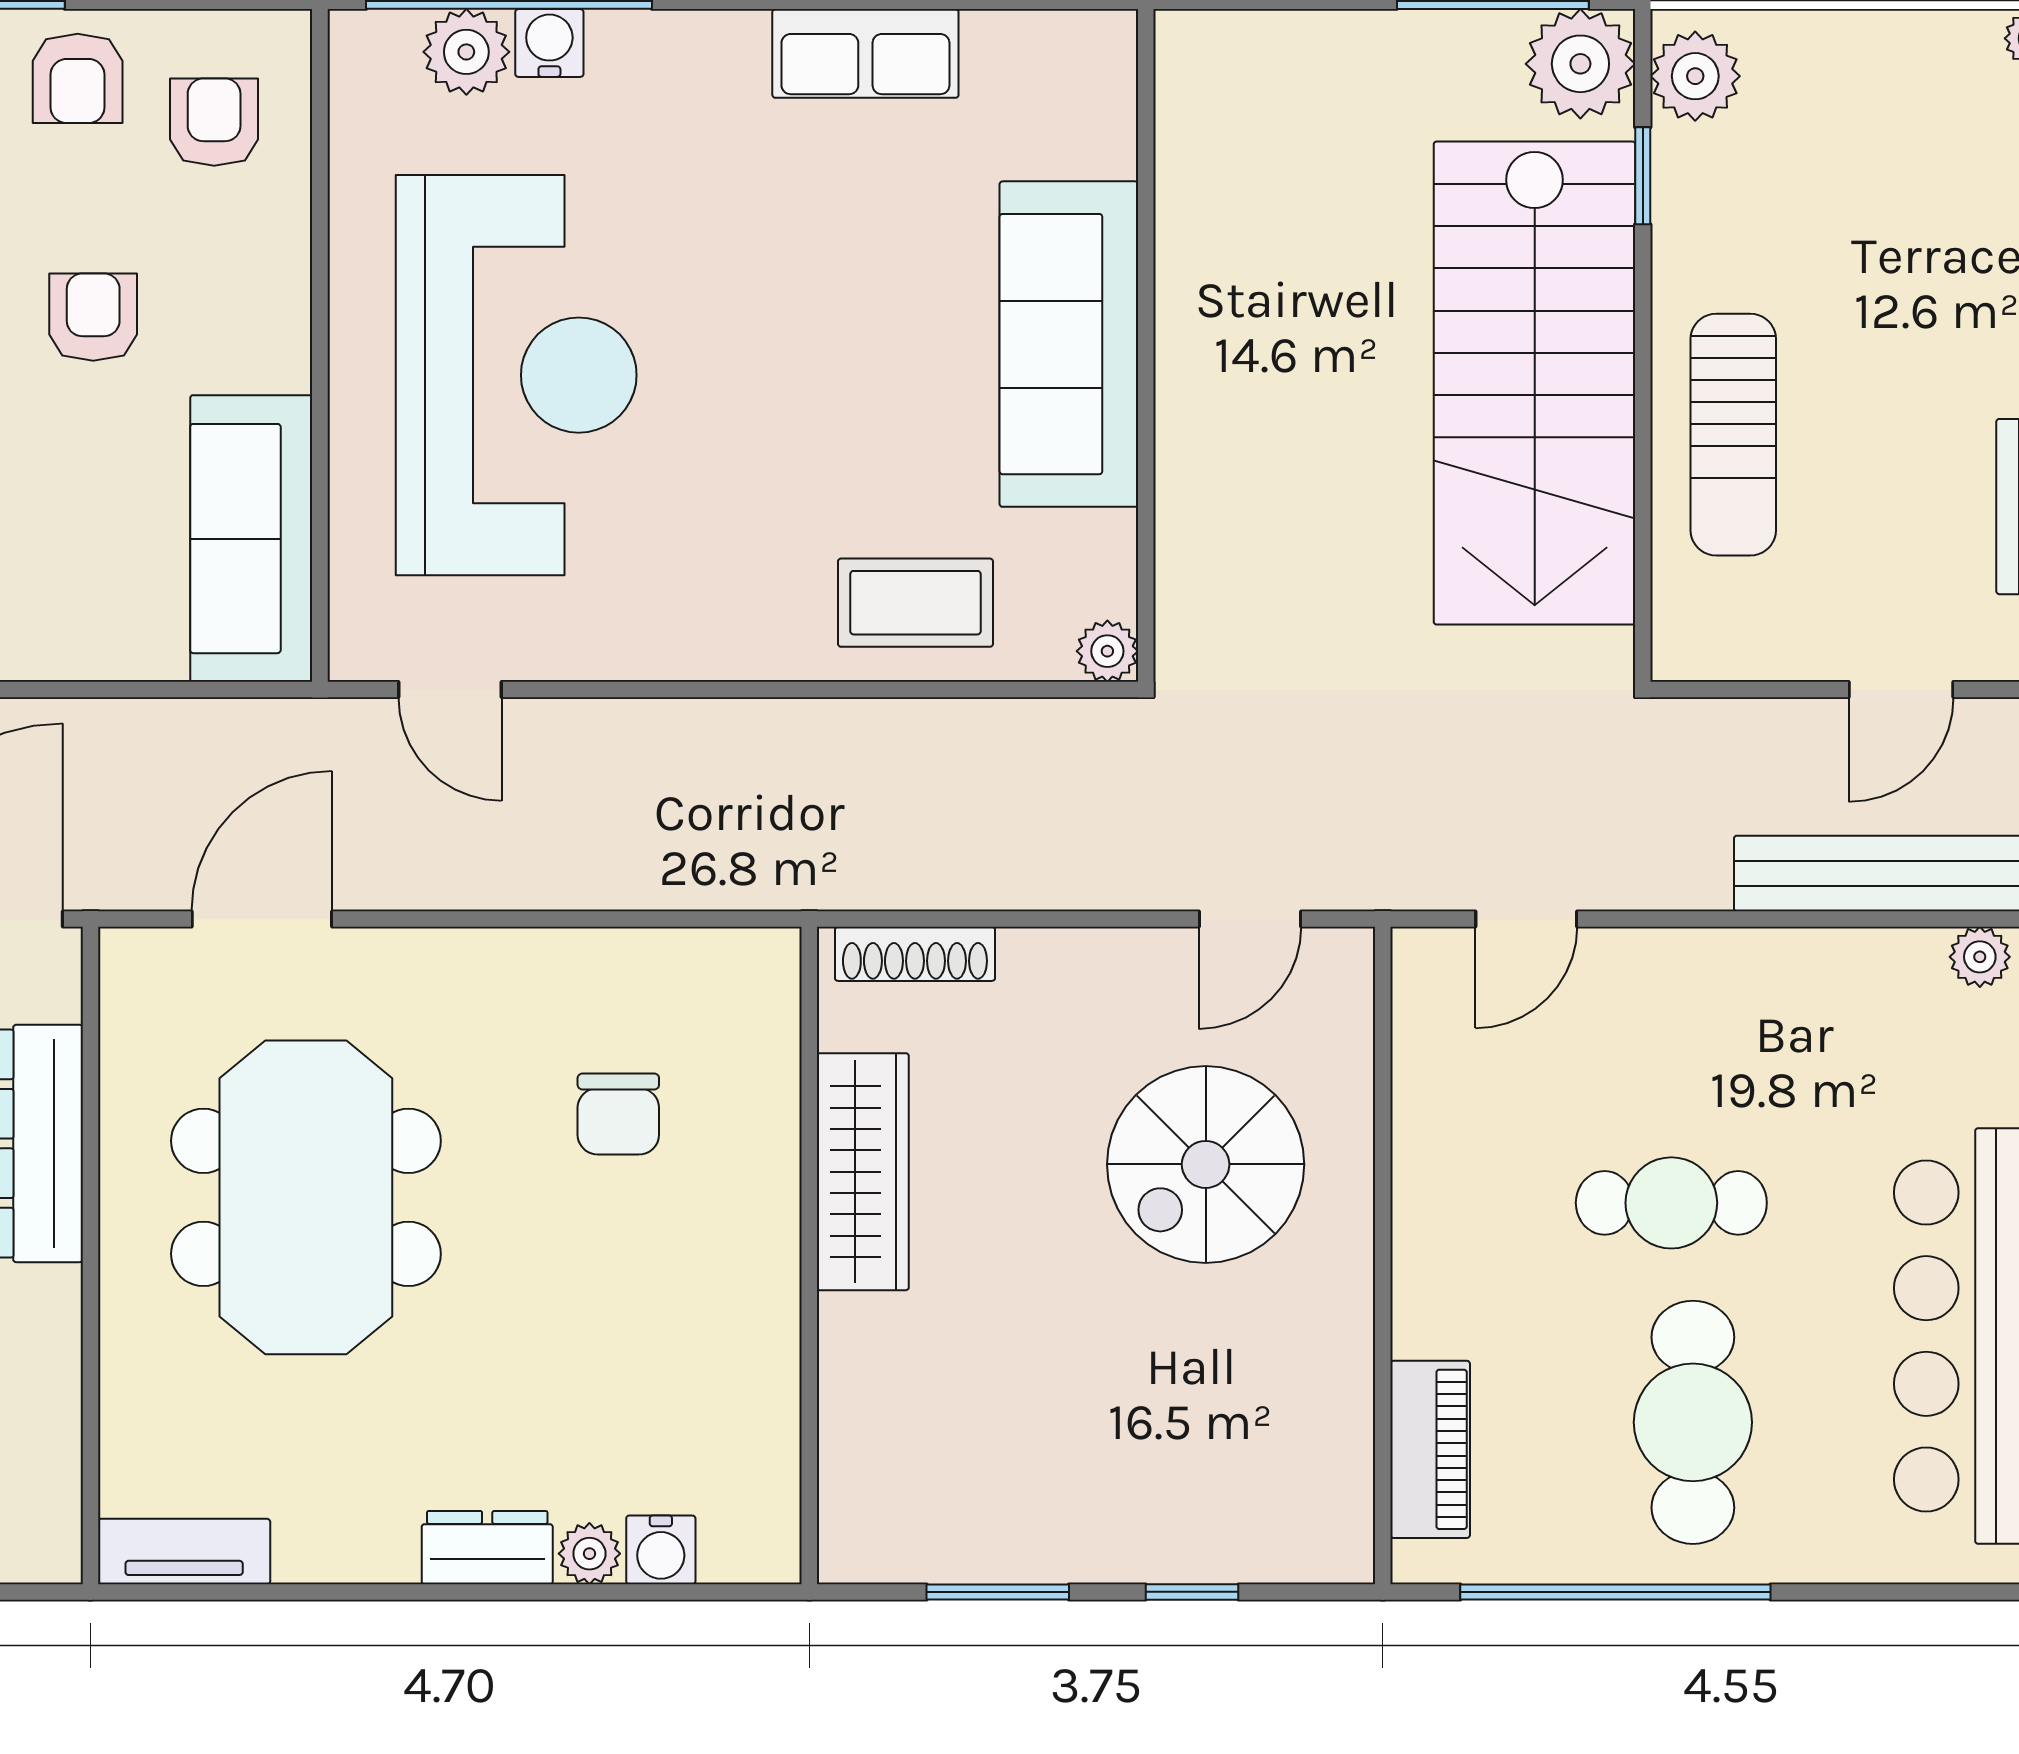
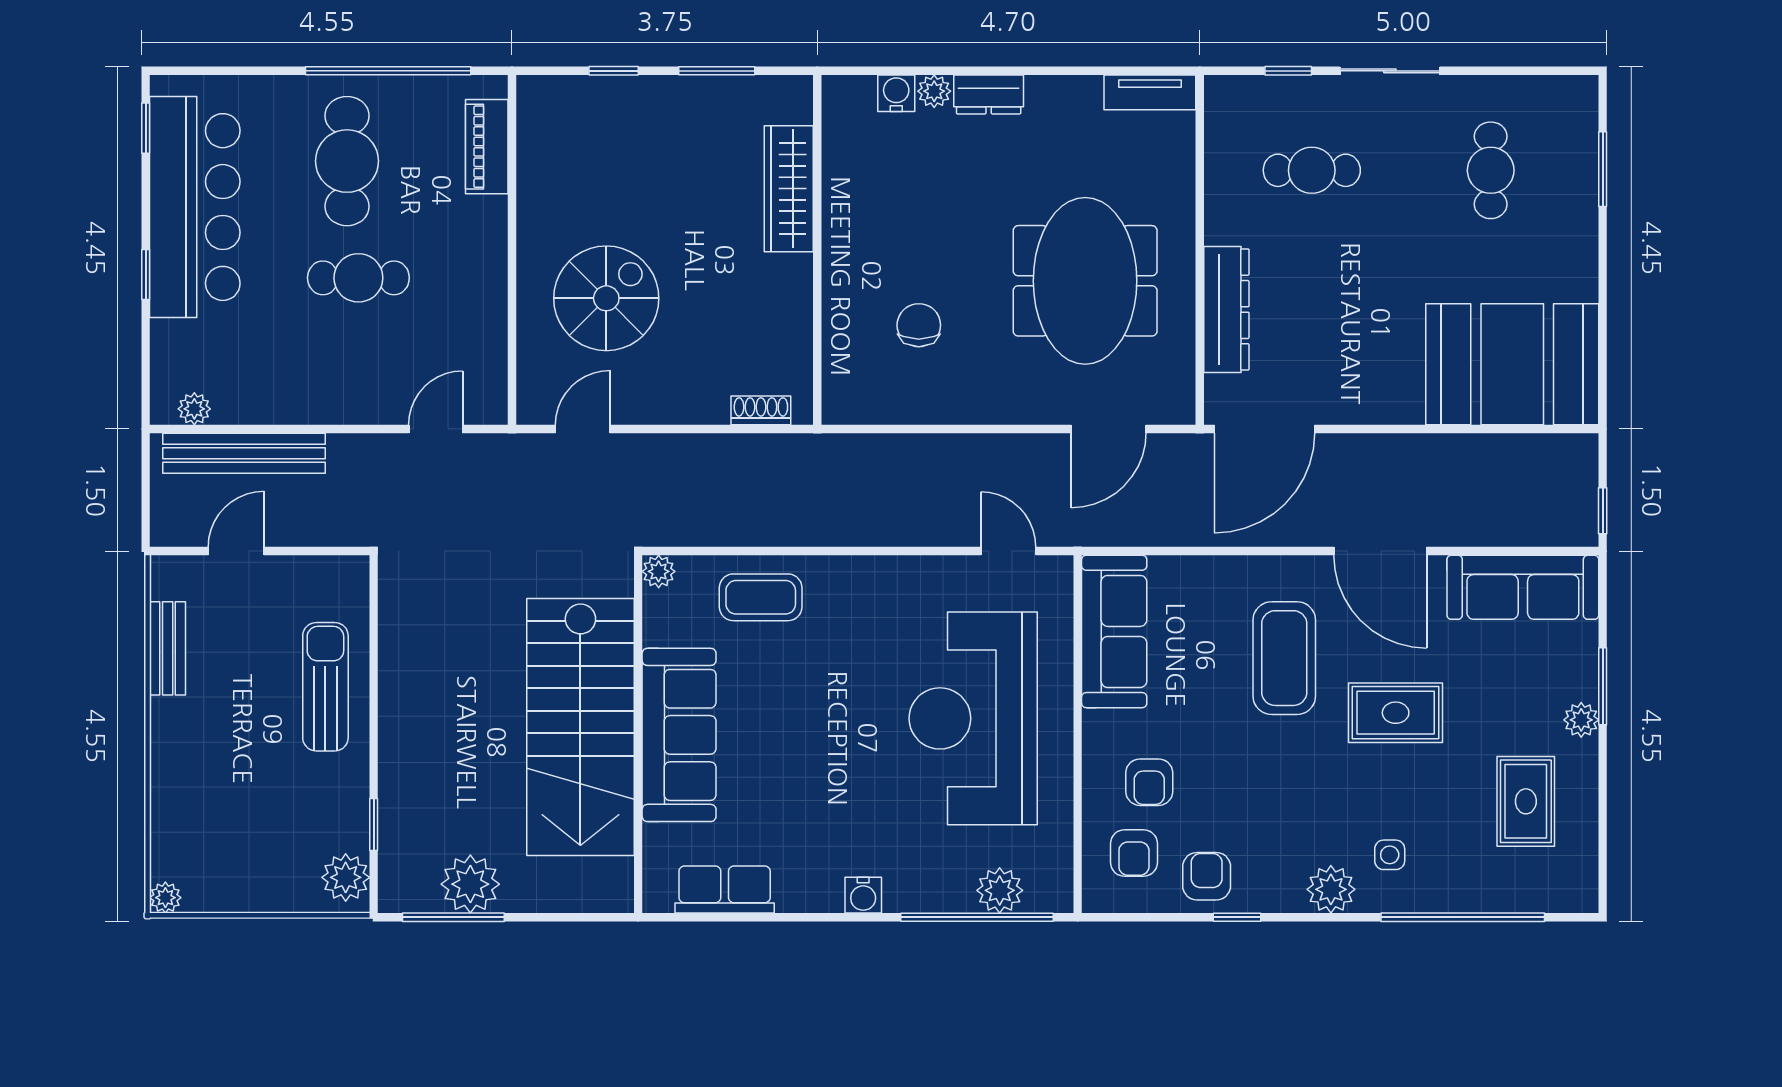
water cooler: (549, 43) -> (863, 895), moved
row of seats: (865, 53) -> (725, 890), moved
plant: (1580, 64) -> (470, 884), moved
armchair: (93, 317) -> (1149, 782), moved
stairs: (1535, 383) -> (580, 727), moved, turned 180
shoe rack: (915, 954) -> (761, 410), width x0.70
wardrobe: (863, 1172) -> (789, 189), moved

